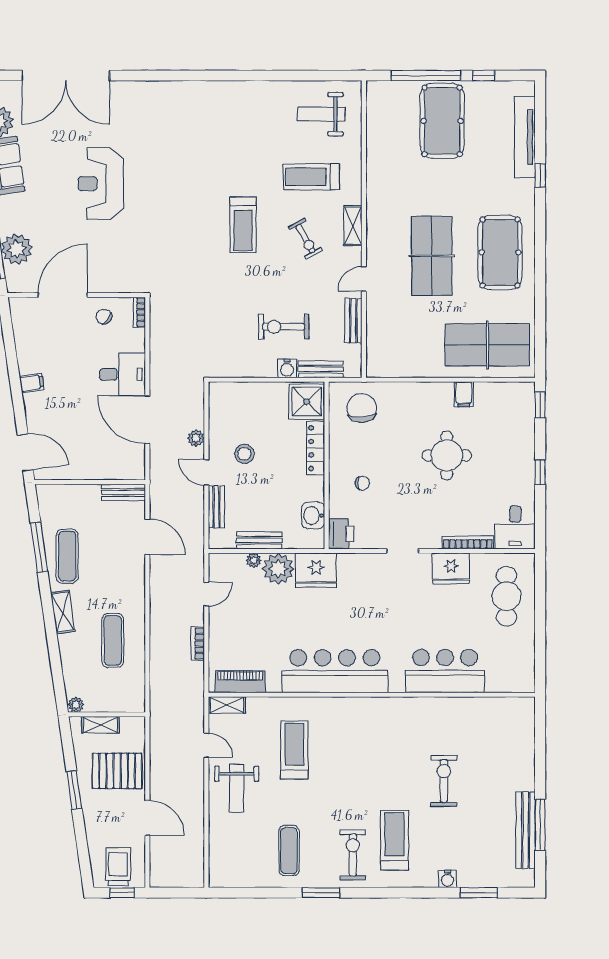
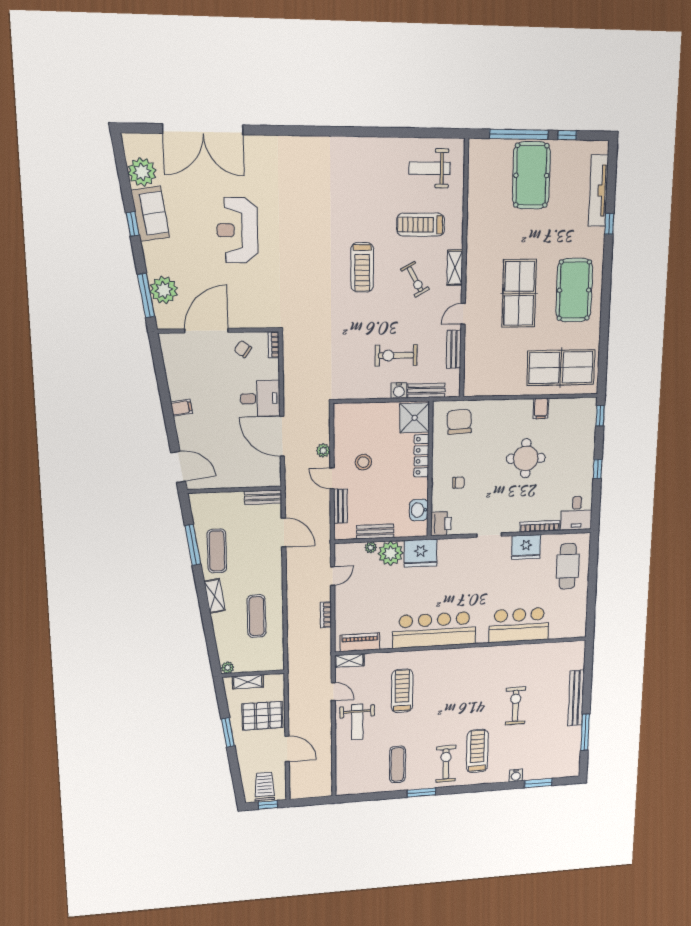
bench: (526, 830) -> (576, 698), moved

